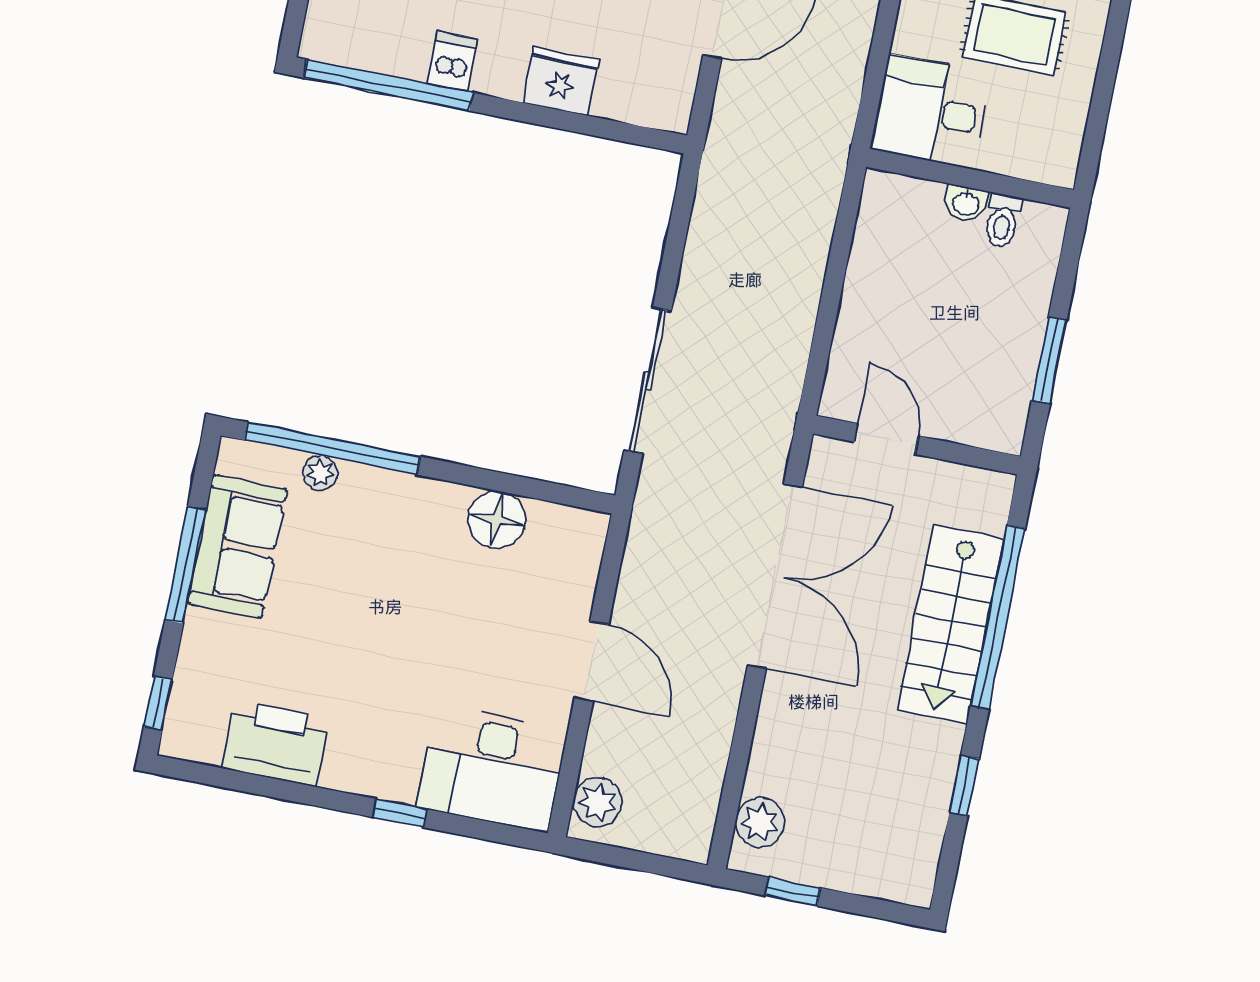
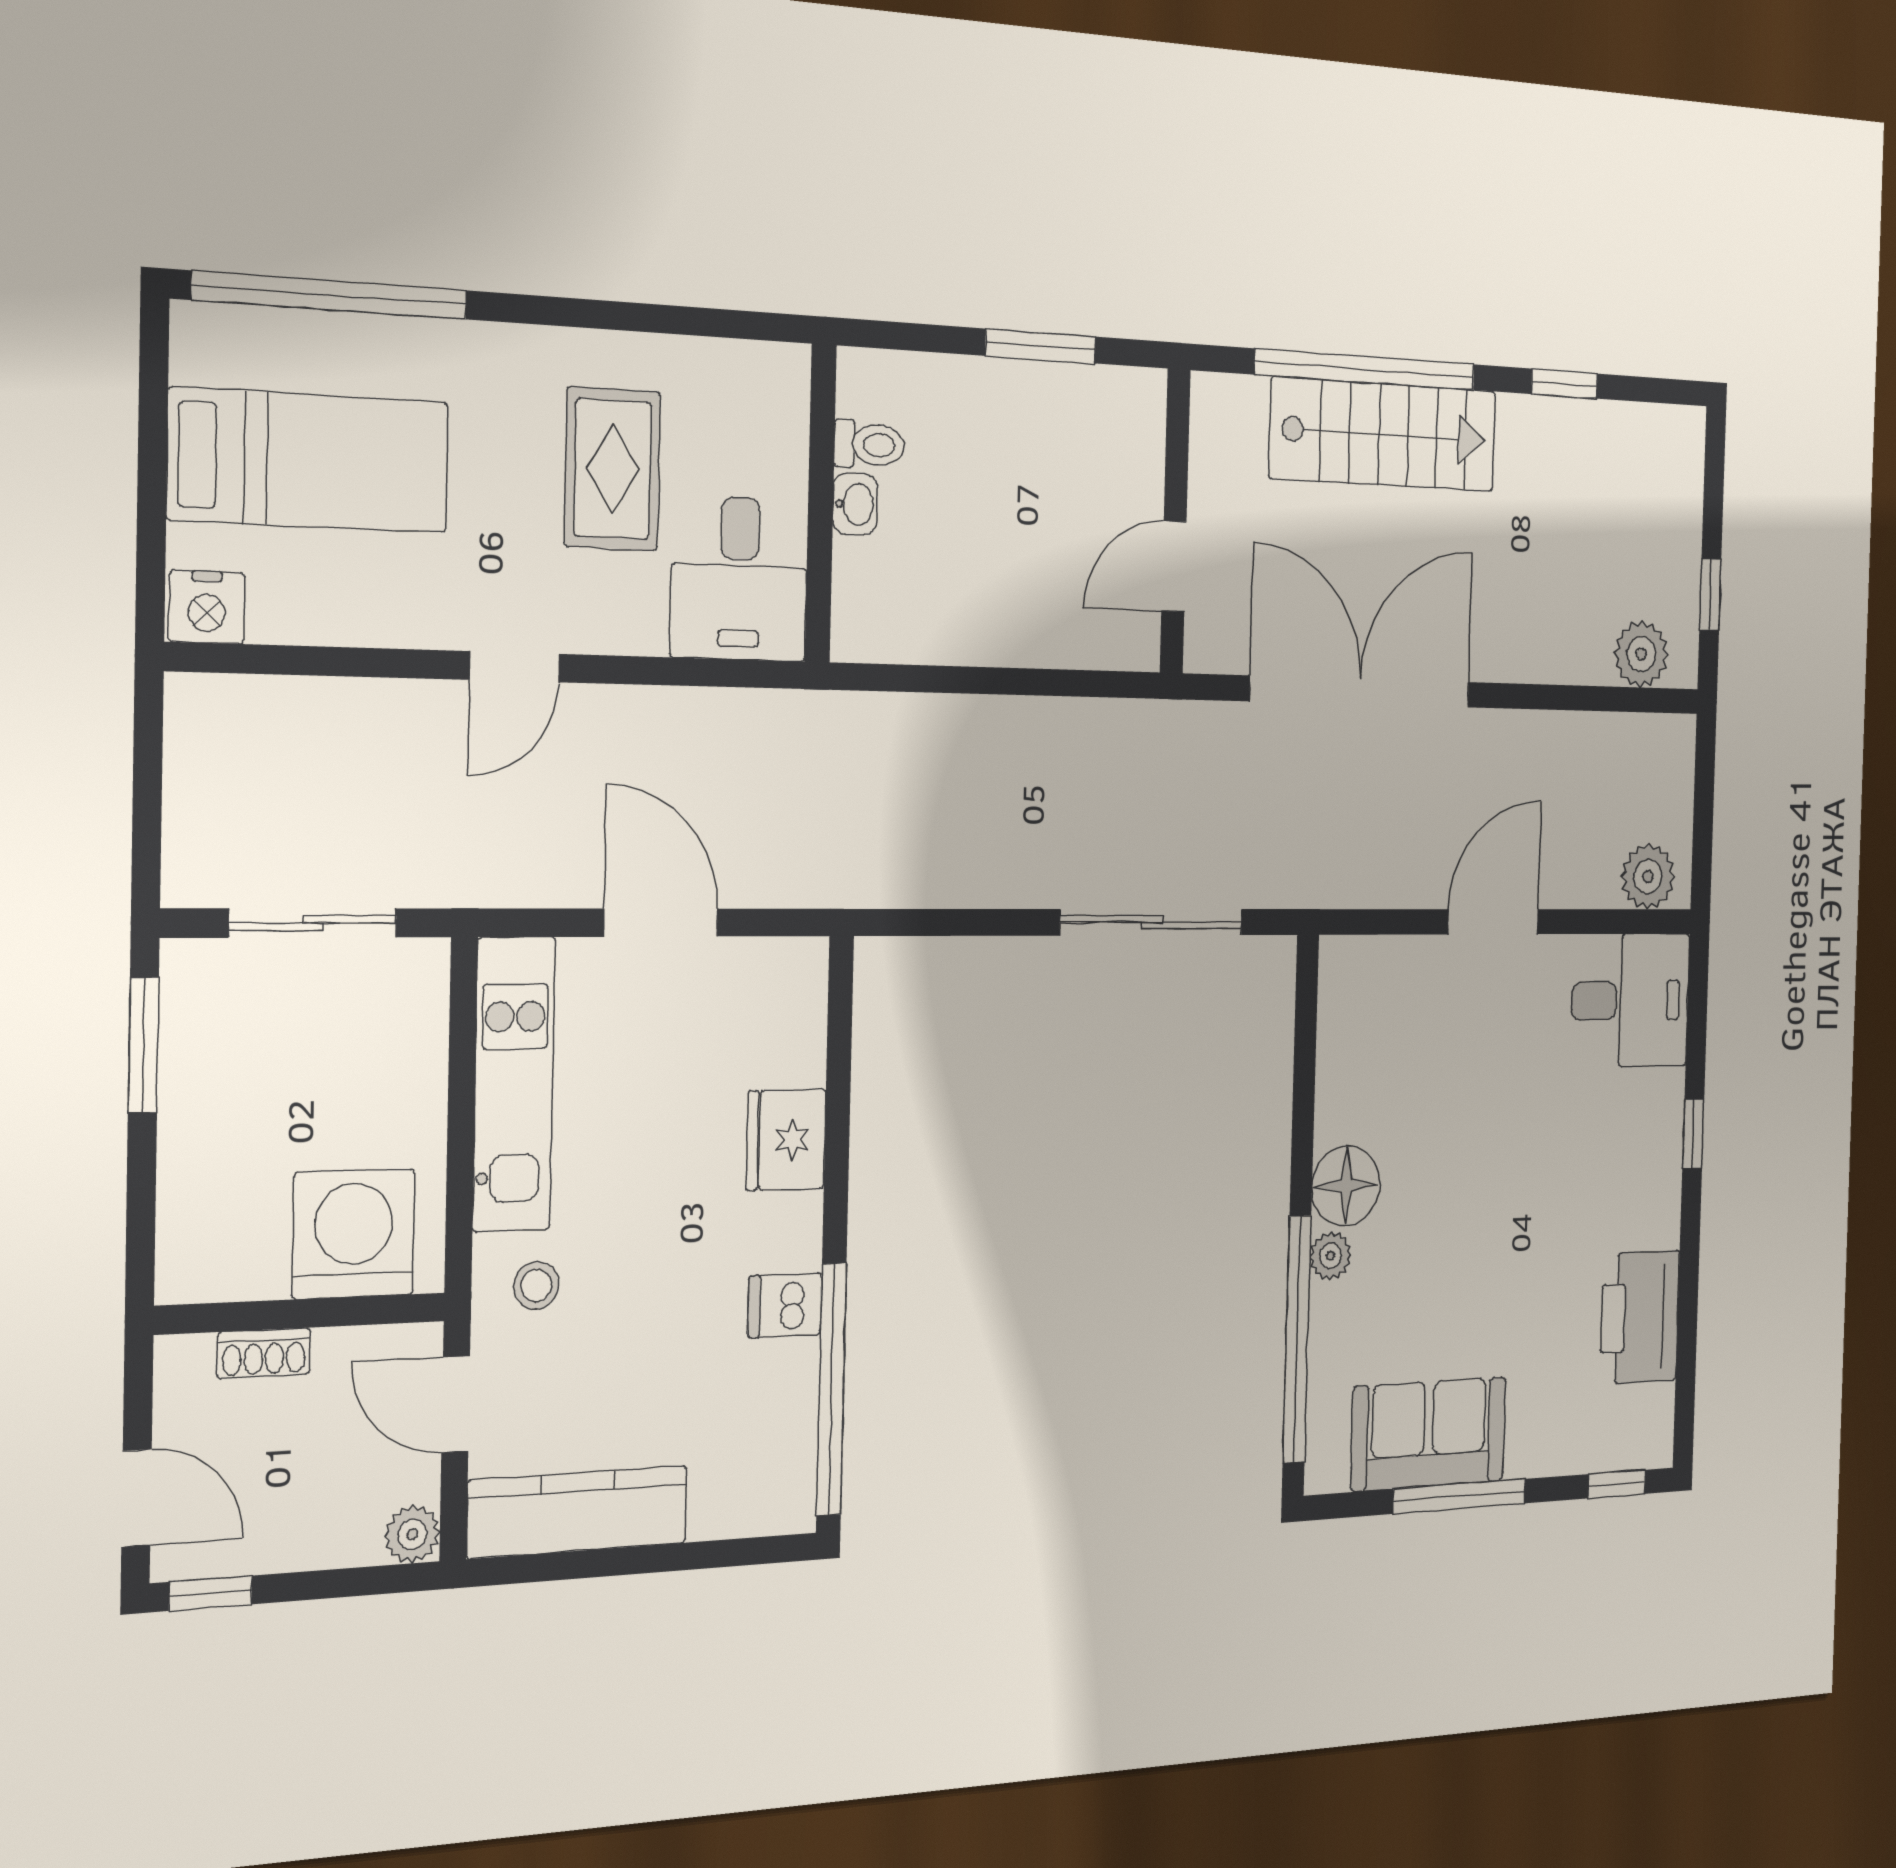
plant: (320, 473) -> (1331, 1256), moved
floor lamp: (497, 520) -> (1346, 1186), moved
desk: (492, 769) -> (1630, 1000), width x0.73

